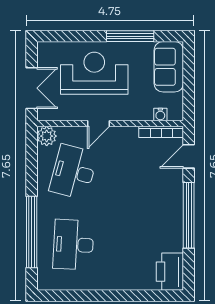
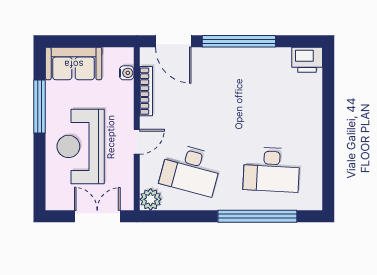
door: (98, 124) -> (137, 142), hinge flipped
bookcase: (161, 132) -> (146, 91), moved
door: (189, 156) -> (173, 41), width x1.38
printer: (170, 272) -> (307, 60), width x0.73, depth x0.84

